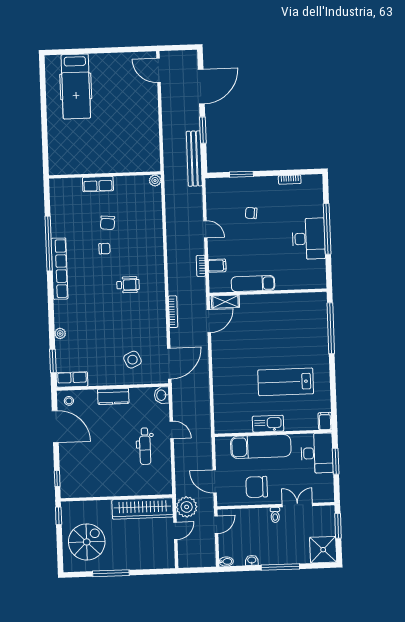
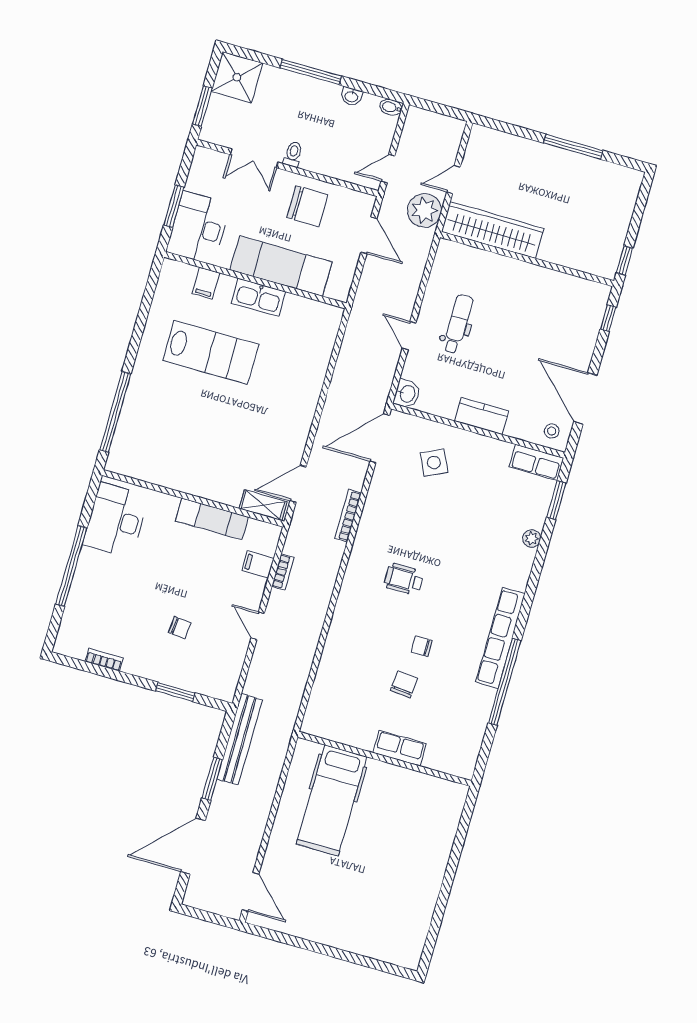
hospital bed: (76, 86) -> (331, 800), moved, turned 180
plant: (155, 181) -> (311, 725), removed
desk: (309, 239) -> (116, 520), moved
filing cabinet: (325, 421) -> (206, 283), moved
spiral stairs: (87, 542) -> (595, 206), removed

